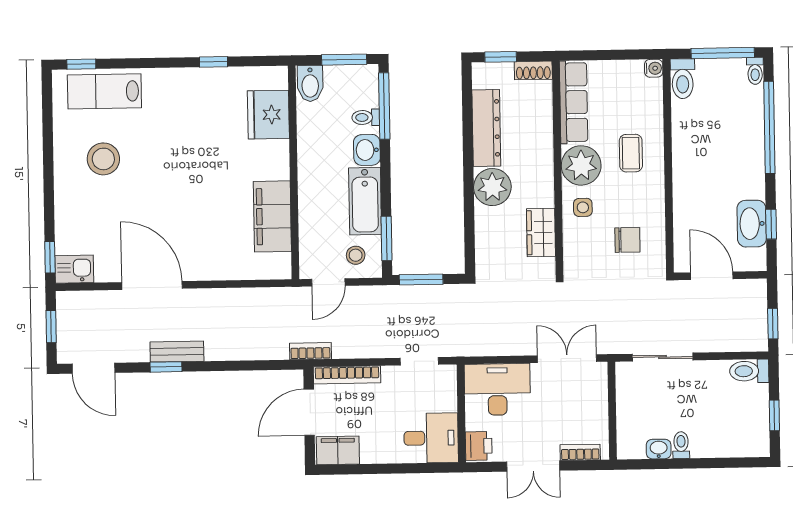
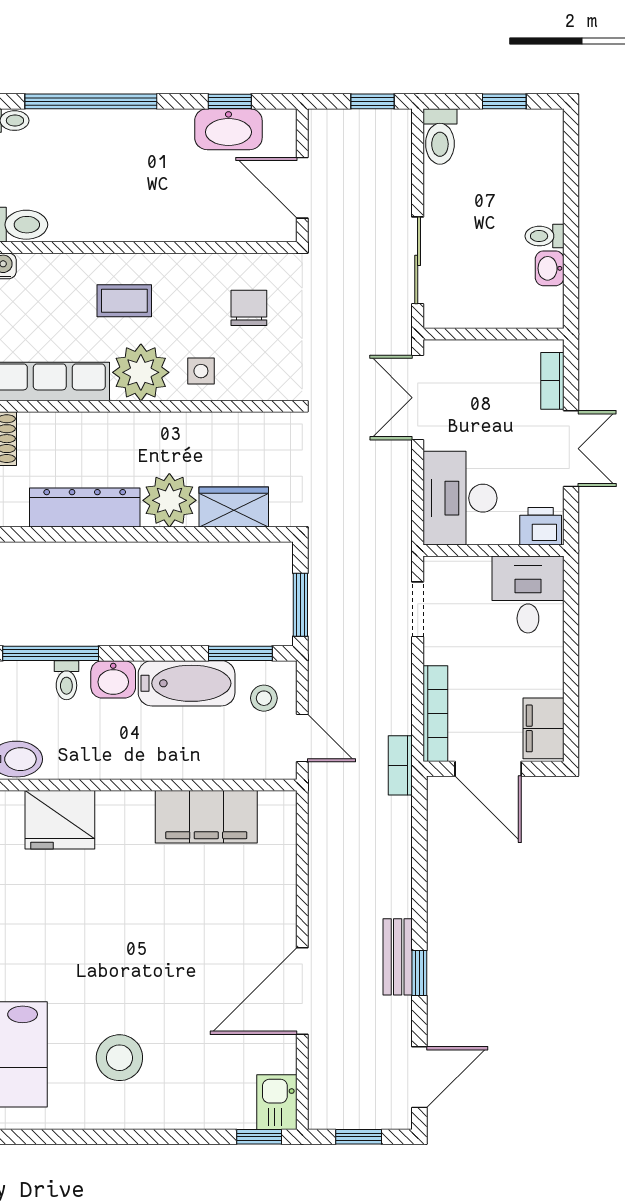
wardrobe: (541, 233) -> (234, 507), moved, turned 180
door: (712, 276) -> (302, 188), hinge flipped

